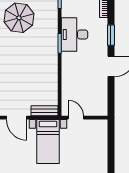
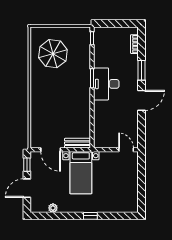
desk: (74, 35) -> (106, 84), moved
door: (76, 118) -> (126, 150), moved

